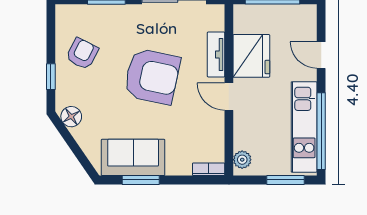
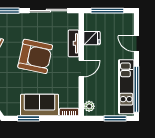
fridge: (251, 56) -> (92, 38), width x0.53, depth x0.75
door: (229, 97) -> (81, 69), swing flipped
sofa: (133, 157) -> (40, 105), moved

